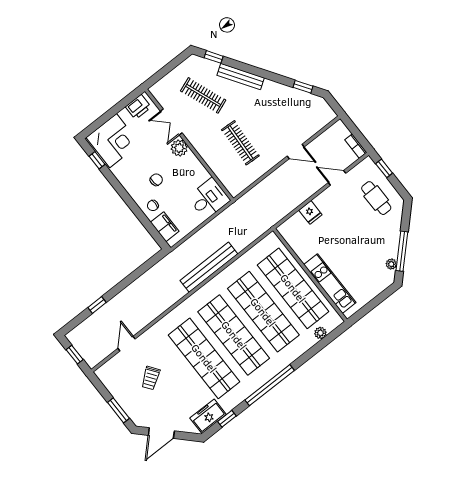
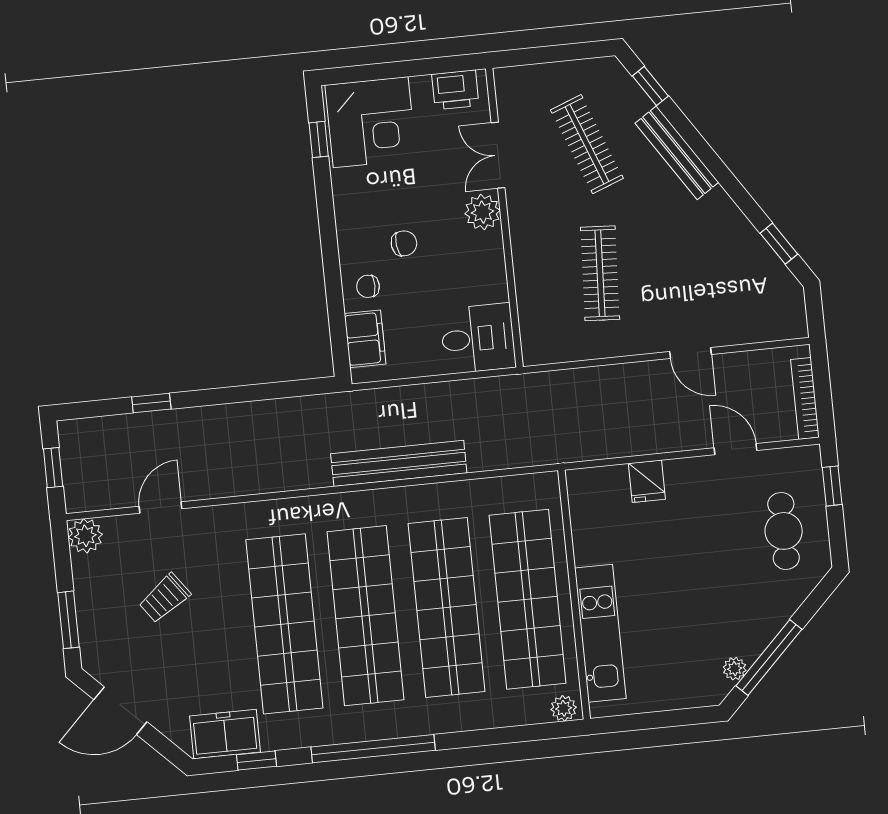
bookcase: (356, 146) -> (805, 398), width x1.56
plant: (320, 333) -> (564, 708), moved
plant: (104, 373) -> (85, 536), added

